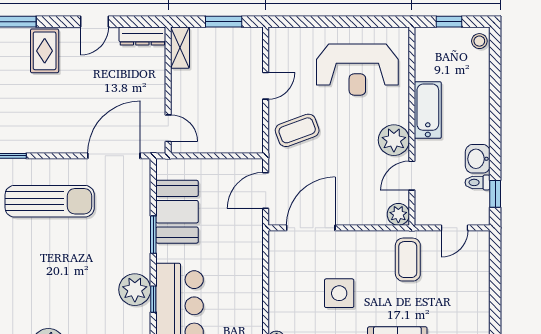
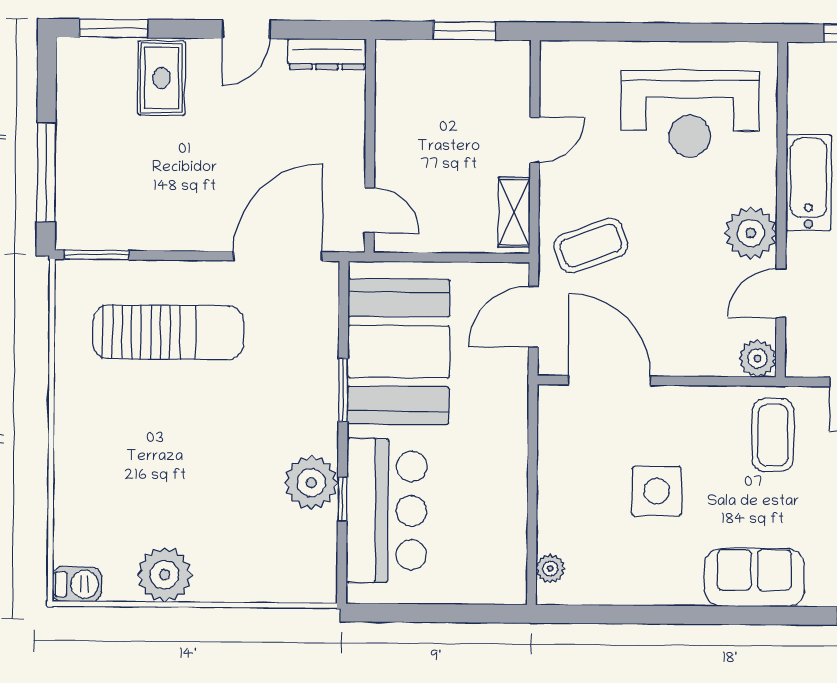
shelving: (180, 48) -> (514, 212), moved
coffee table: (297, 130) -> (591, 246), moved
booth: (177, 212) -> (399, 352), width x1.36, depth x1.42
door: (311, 228) -> (609, 380), hinge flipped

